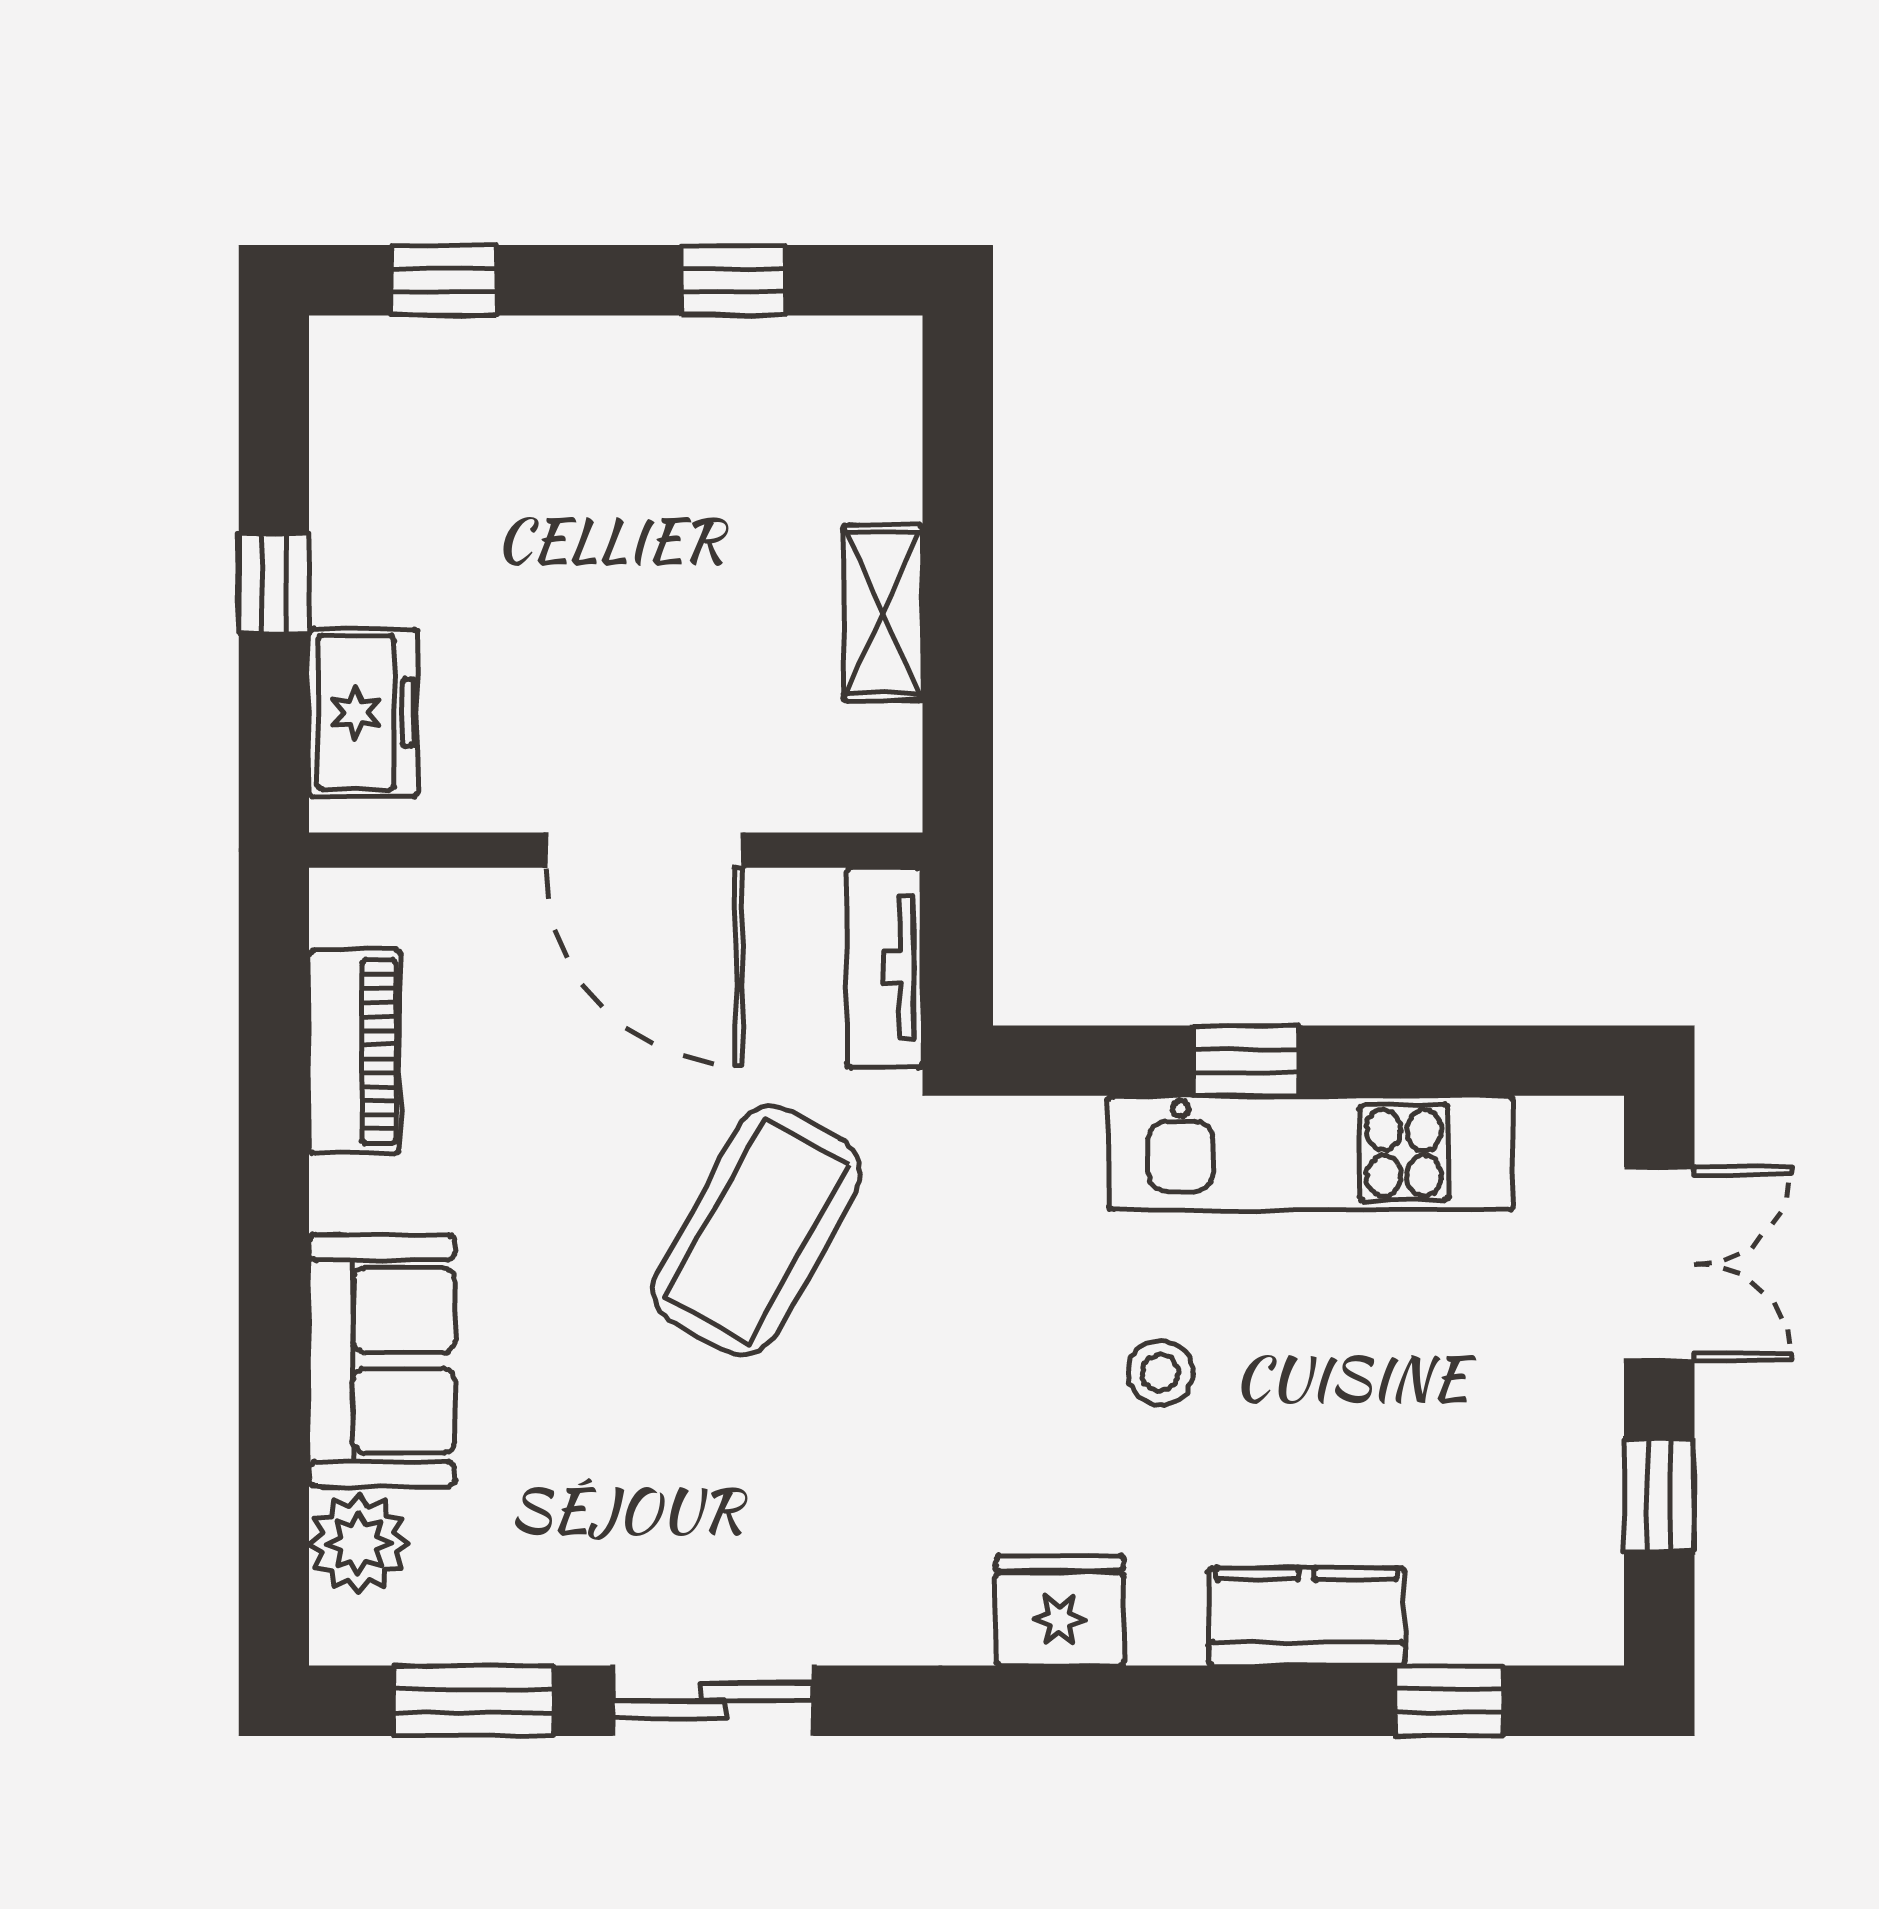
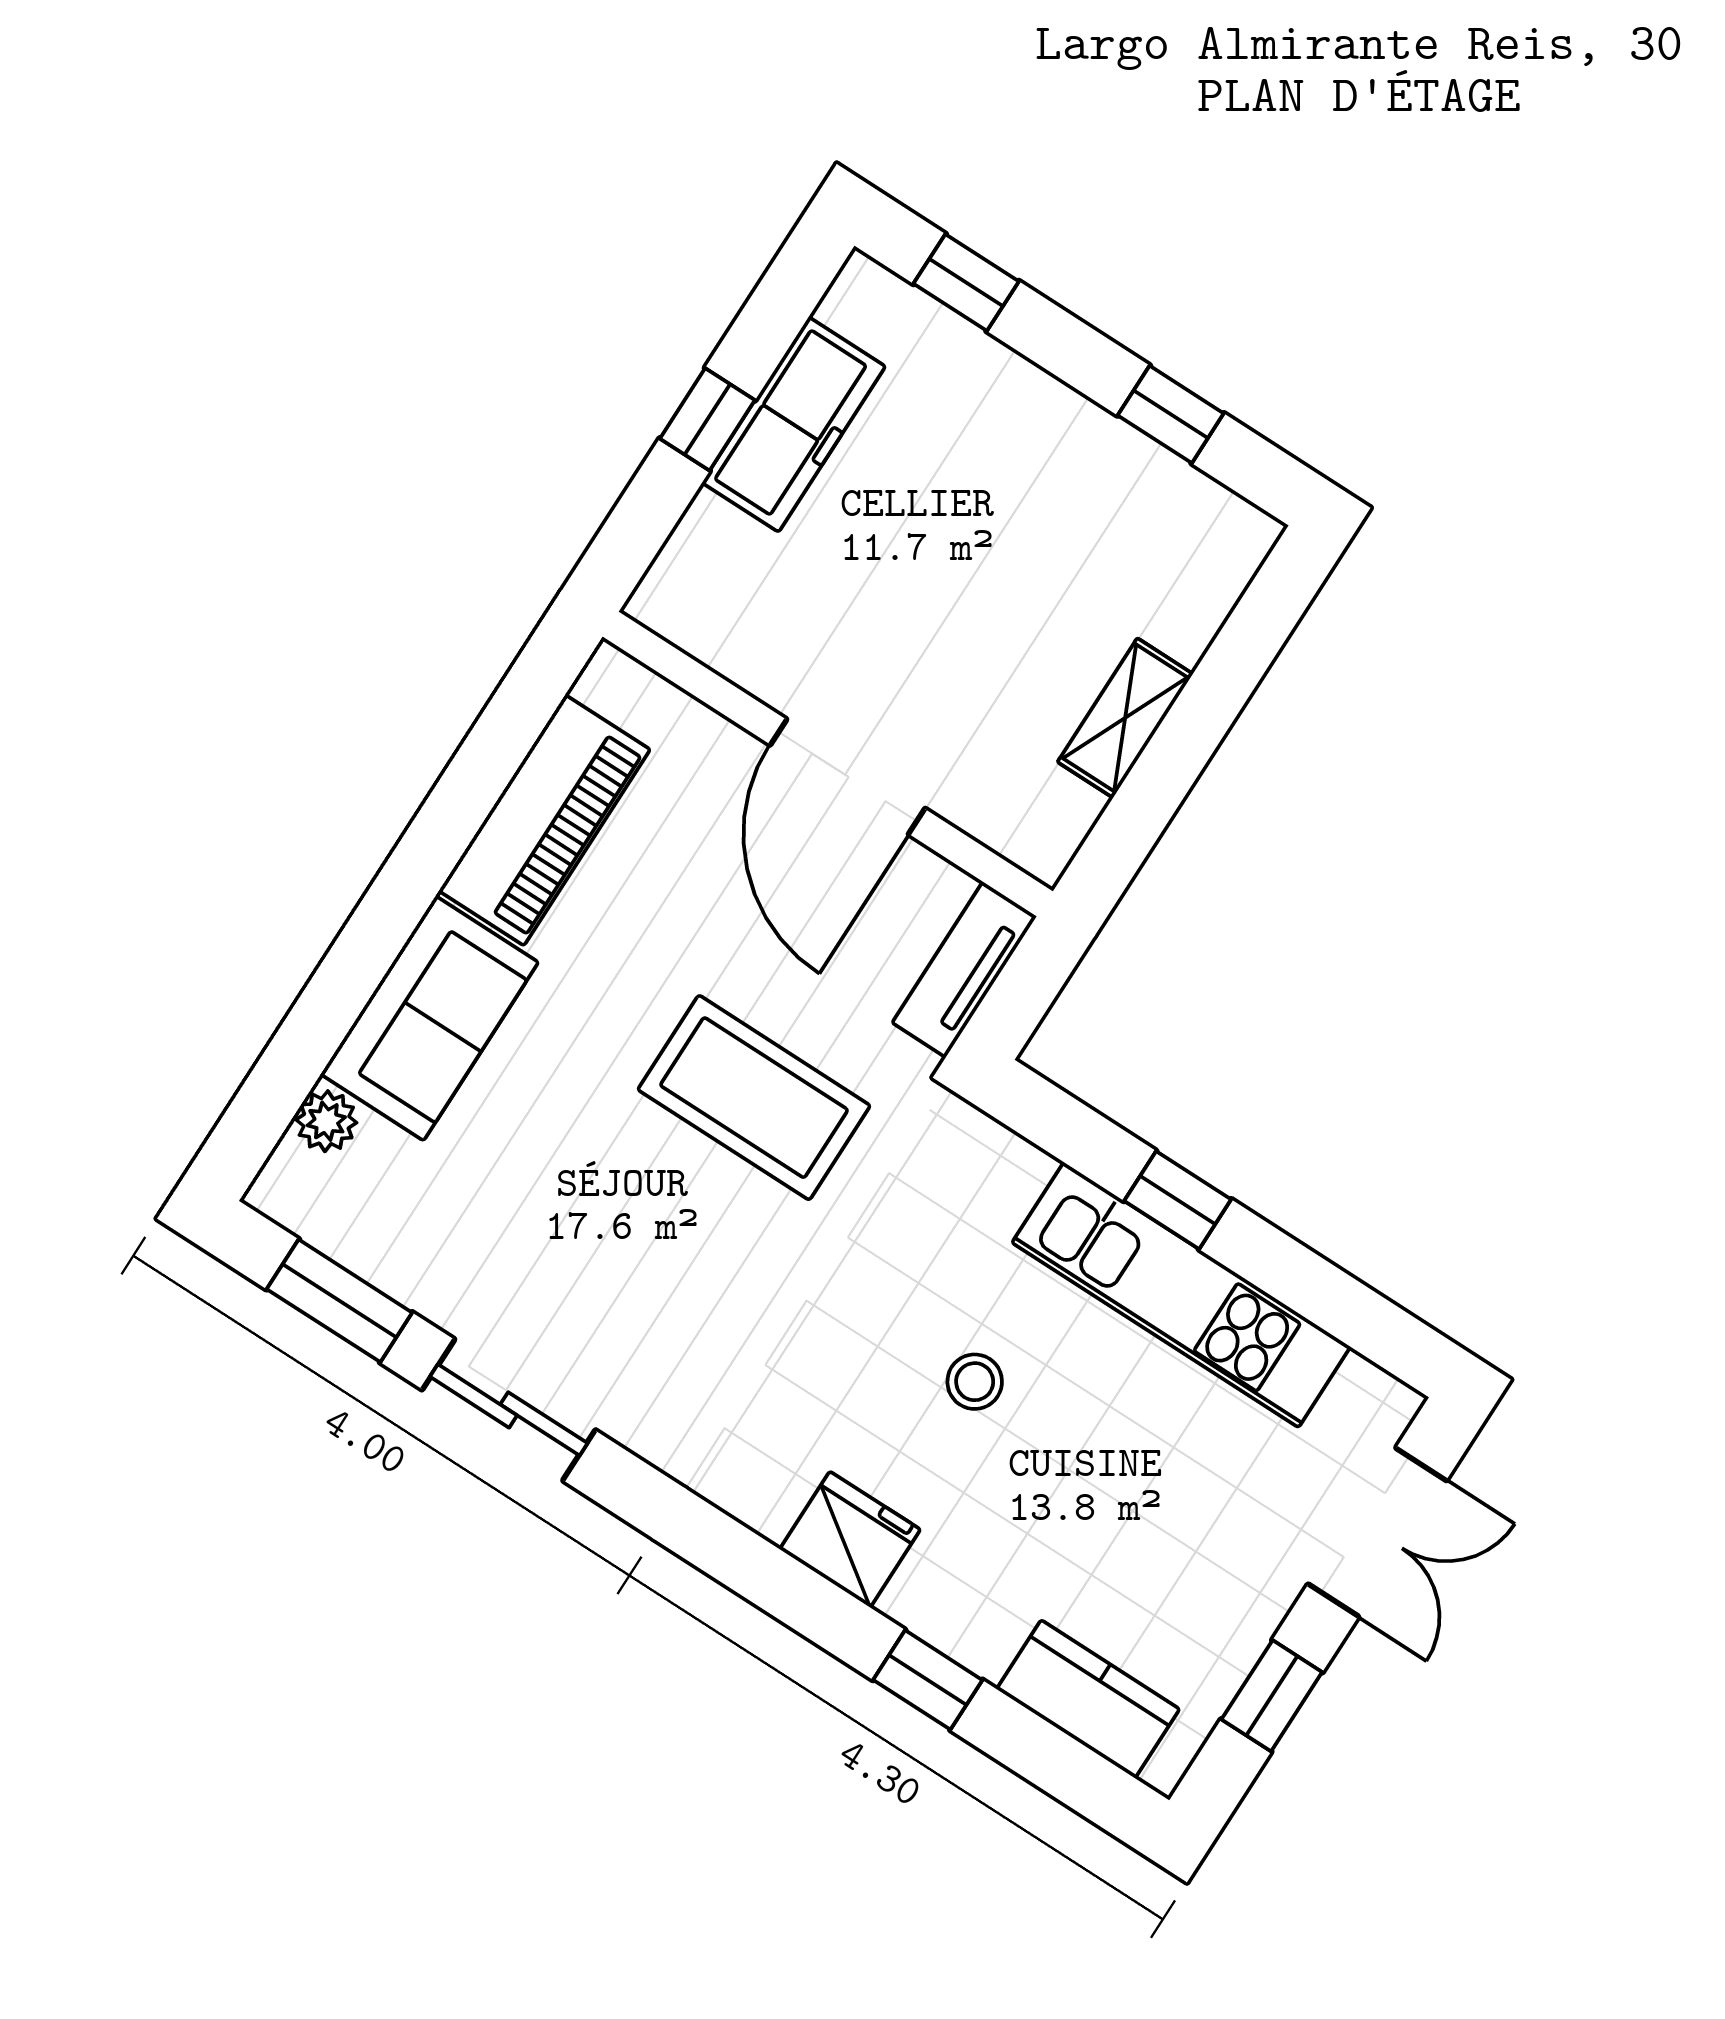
freezer: (363, 713) -> (794, 424), moved, width x1.40
piano: (354, 1052) -> (545, 820), width x1.37, depth x1.33
coffee table: (757, 1231) -> (754, 1098), turned 61
plant: (359, 1543) -> (326, 1121), width x0.73, depth x0.73
fridge: (1060, 1610) -> (850, 1539), moved
kitchen counter: (1307, 1617) -> (1088, 1699), moved
window: (1449, 1701) -> (928, 1680), moved

